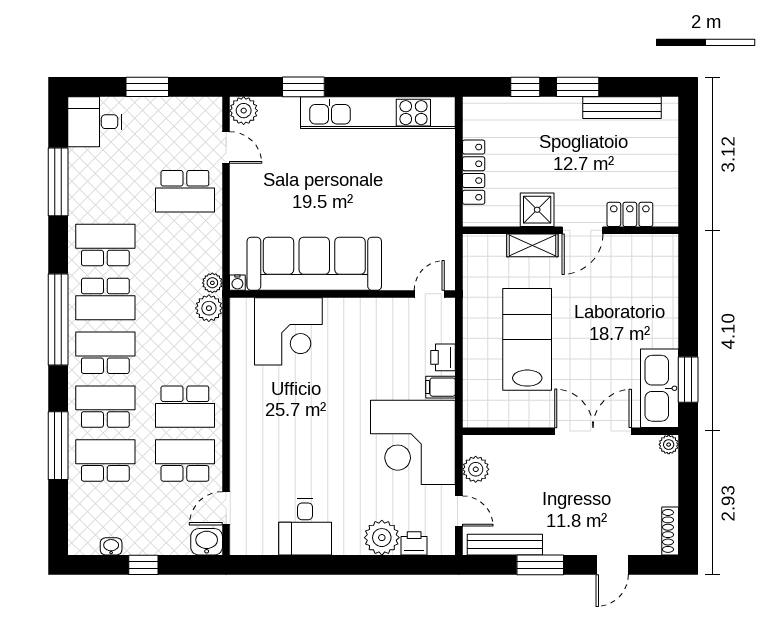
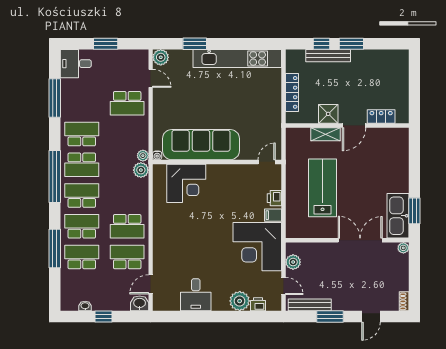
bench: (622, 108) -> (328, 56), moved
shoe rack: (670, 531) -> (404, 301), width x0.70

